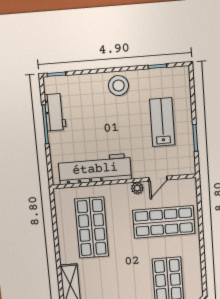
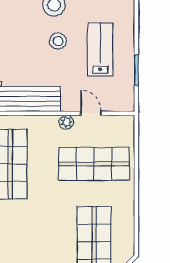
stool: (125, 118) -> (58, 41), added
door: (158, 179) -> (91, 113), swing flipped

